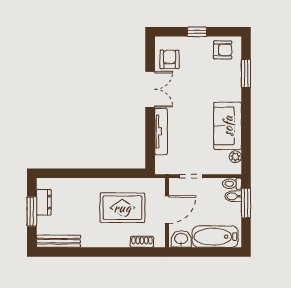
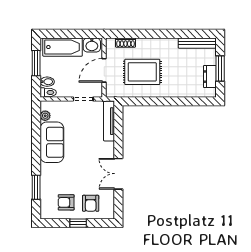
armchair: (223, 50) -> (66, 202), moved
armchair: (170, 59) -> (91, 203), moved
tv unit: (161, 132) -> (109, 121), moved
window: (246, 203) -> (36, 63), moved

